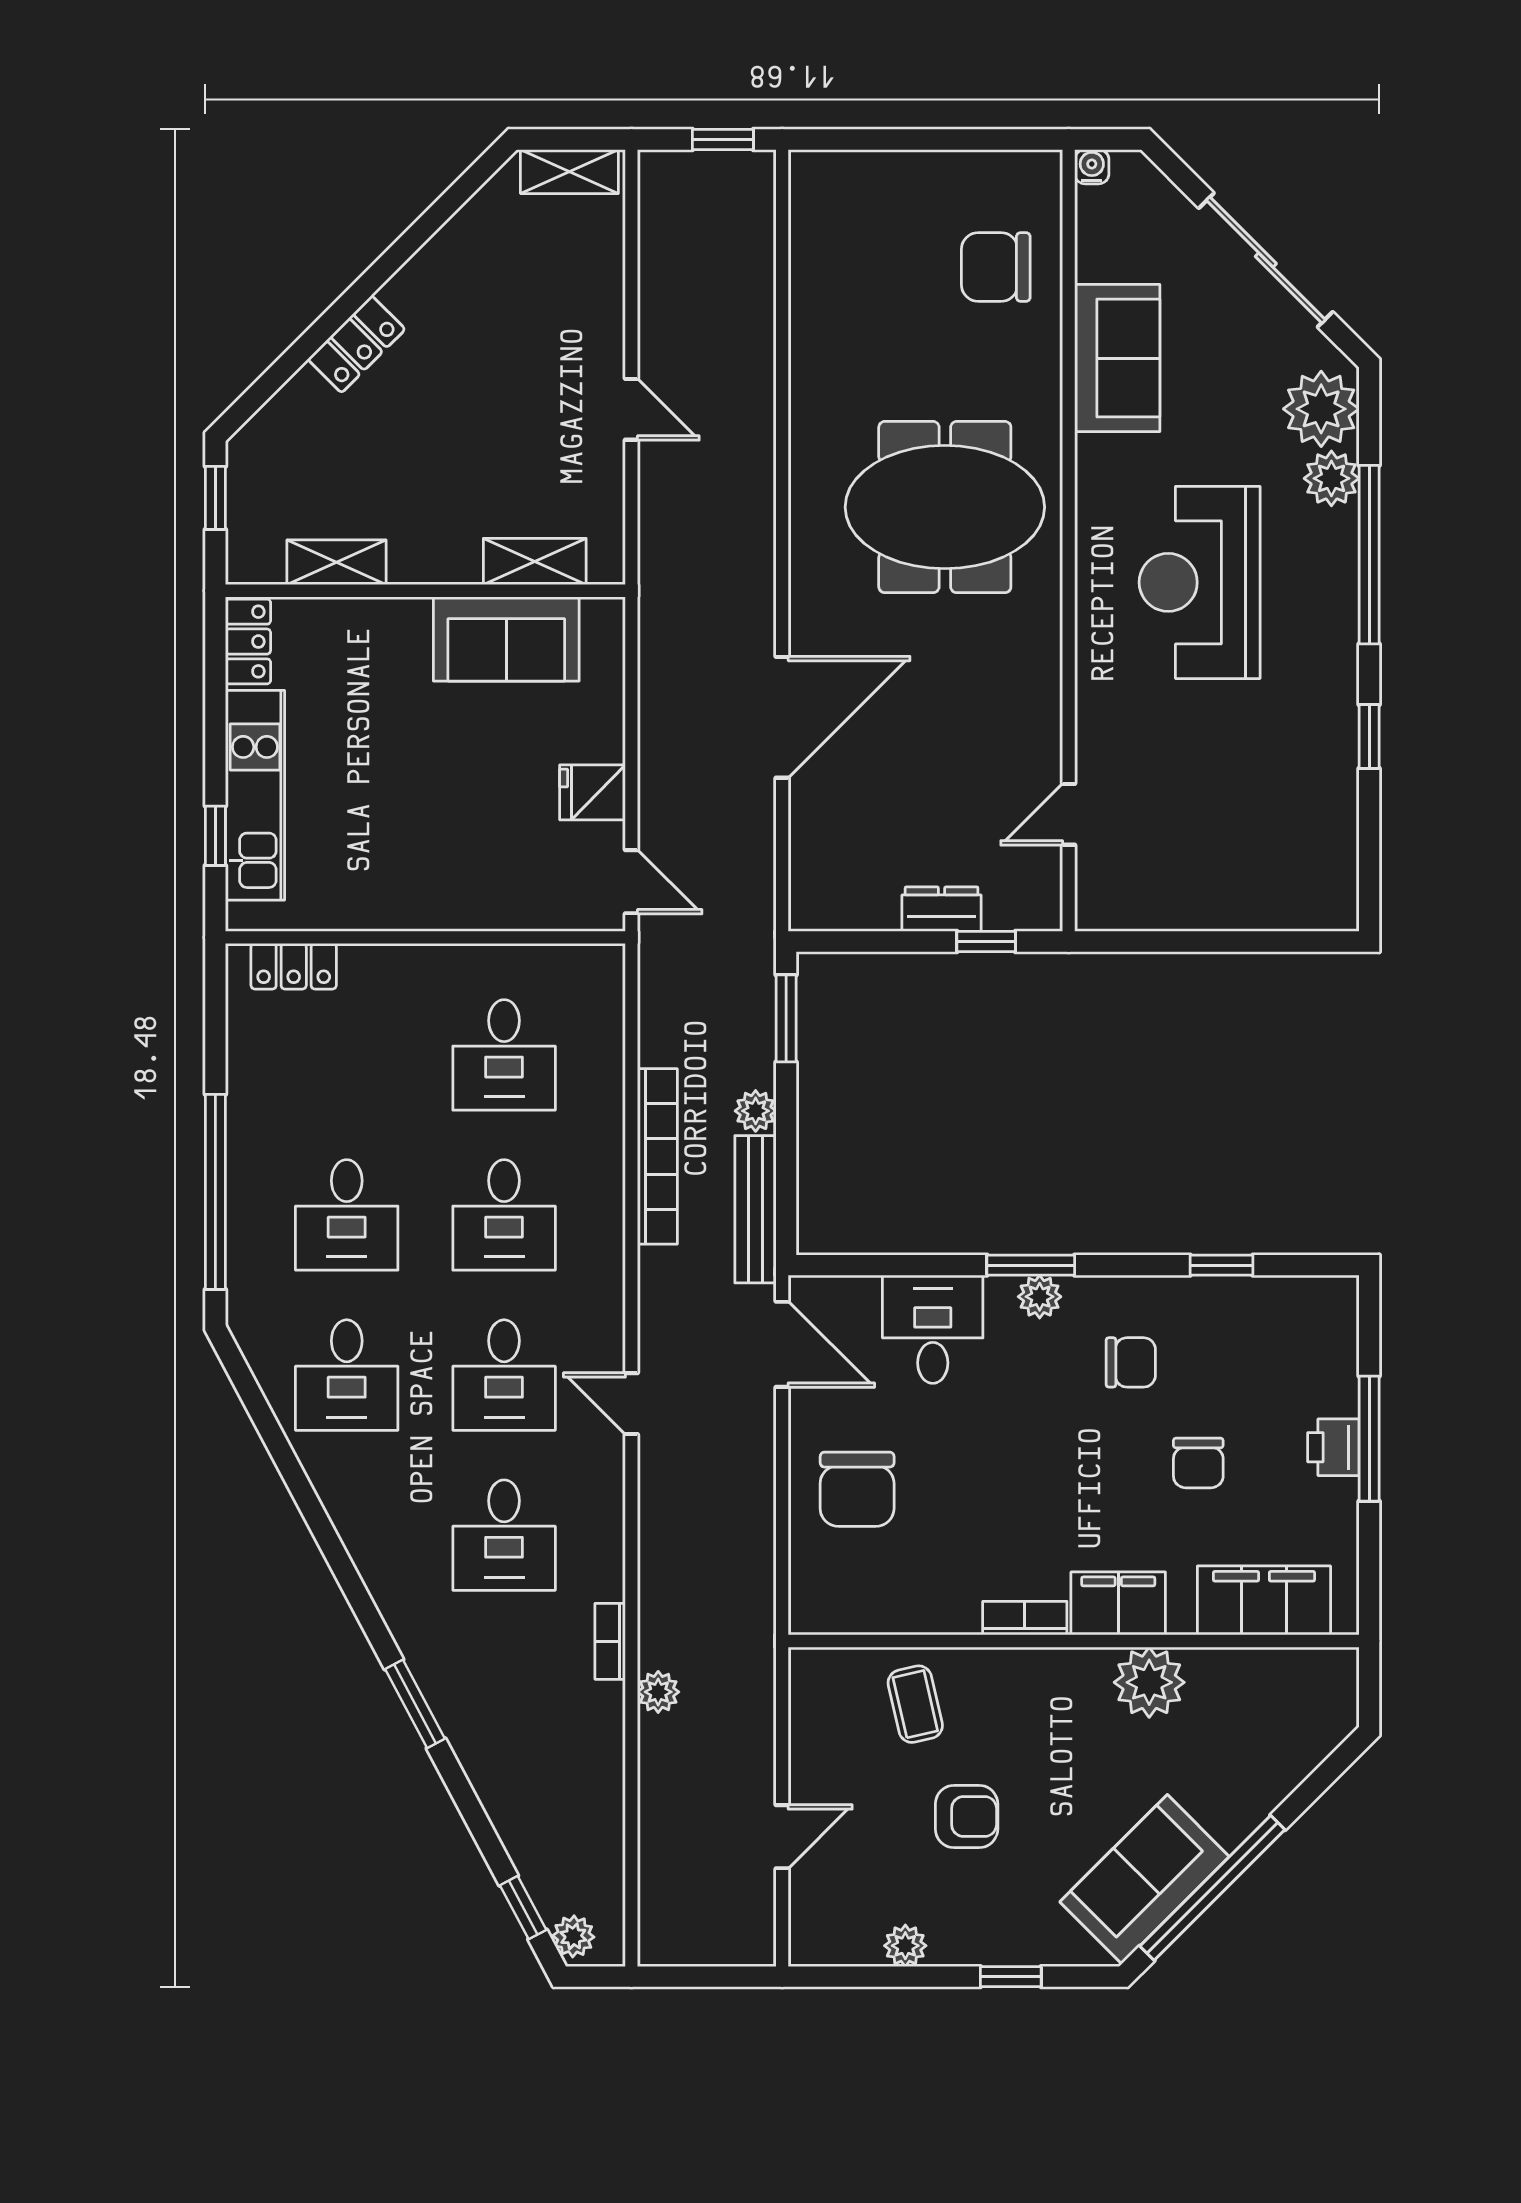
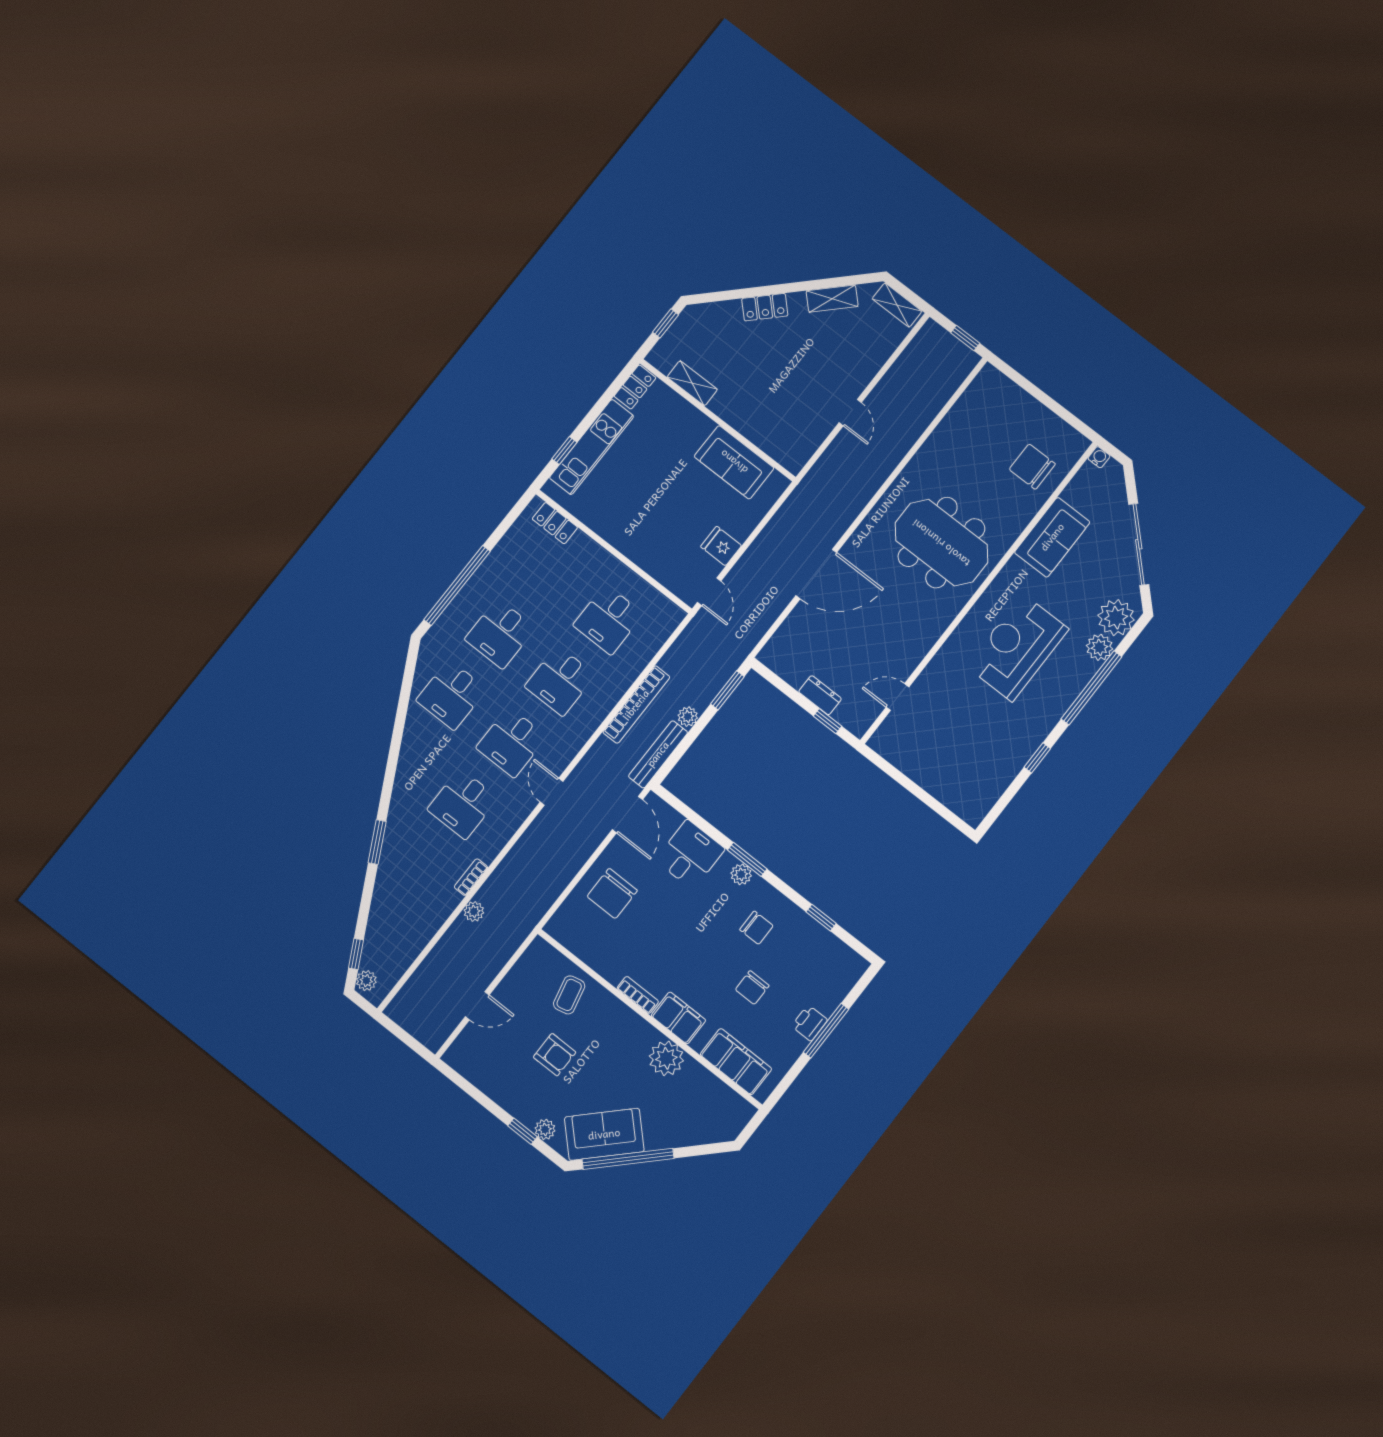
shelving: (535, 562) -> (832, 299), moved, turned -45
plant: (905, 1946) -> (545, 1129), moved

